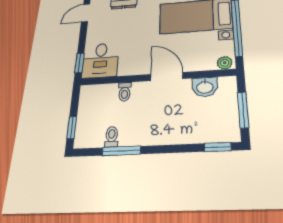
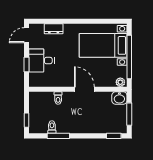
desk: (100, 60) -> (41, 61), moved, turned 90
window: (80, 63) -> (27, 64), moved
washbasin: (205, 87) -> (119, 98), moved

